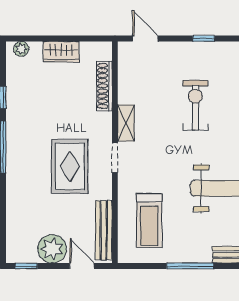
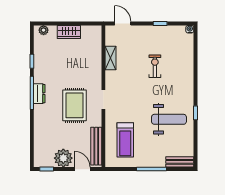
shoe rack: (104, 86) -> (97, 54), removed
exercise bike: (195, 105) -> (155, 66), width x0.73, depth x0.72
shelving: (126, 123) -> (110, 58), moved
dresser: (15, 148) -> (39, 94), added

